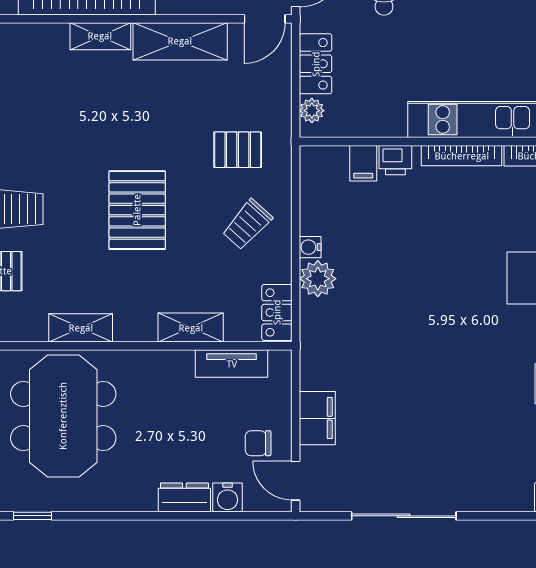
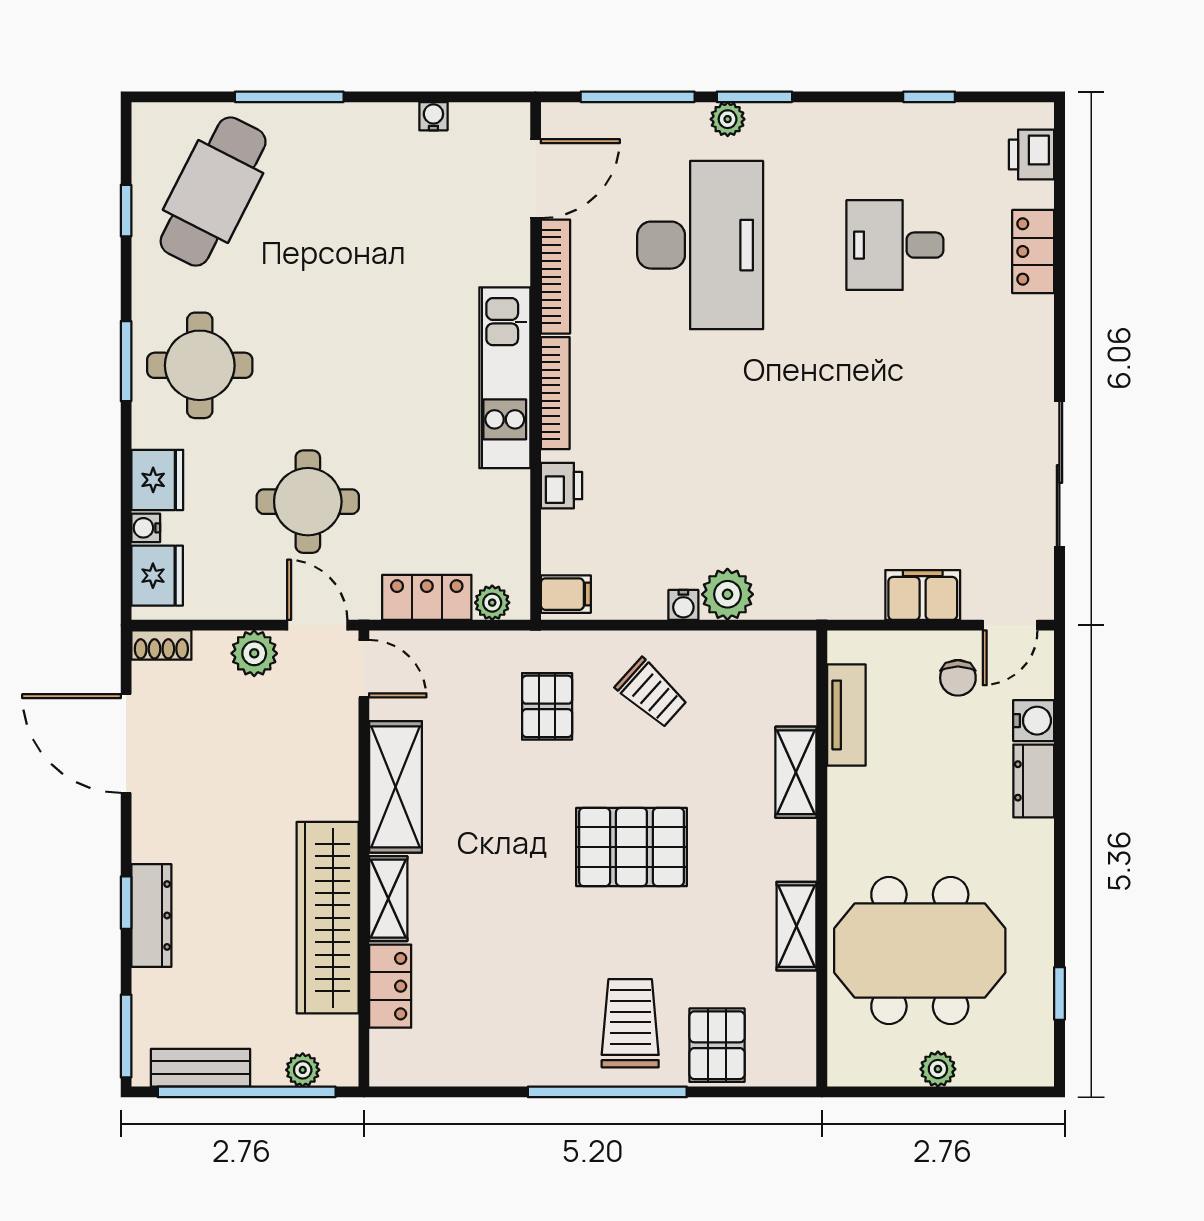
filing cabinet: (363, 163) -> (566, 594), moved
locker: (277, 312) -> (390, 986), moved, turned -90

